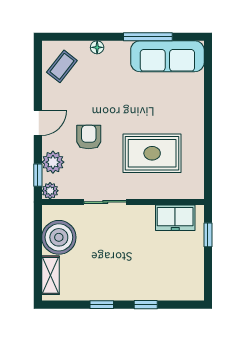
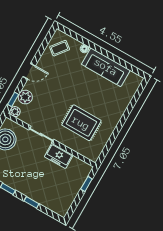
window: (148, 37) -> (115, 59), removed
sofa: (167, 56) -> (106, 67), moved
armchair: (89, 137) -> (52, 95), removed
freezer: (175, 218) -> (59, 156), moved

